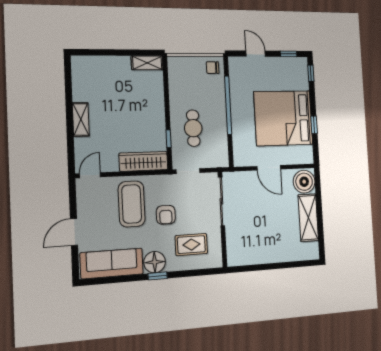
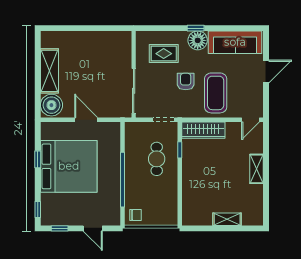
shelving: (147, 63) -> (227, 219), moved

